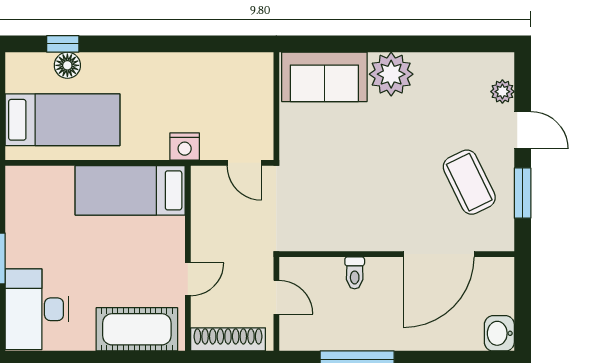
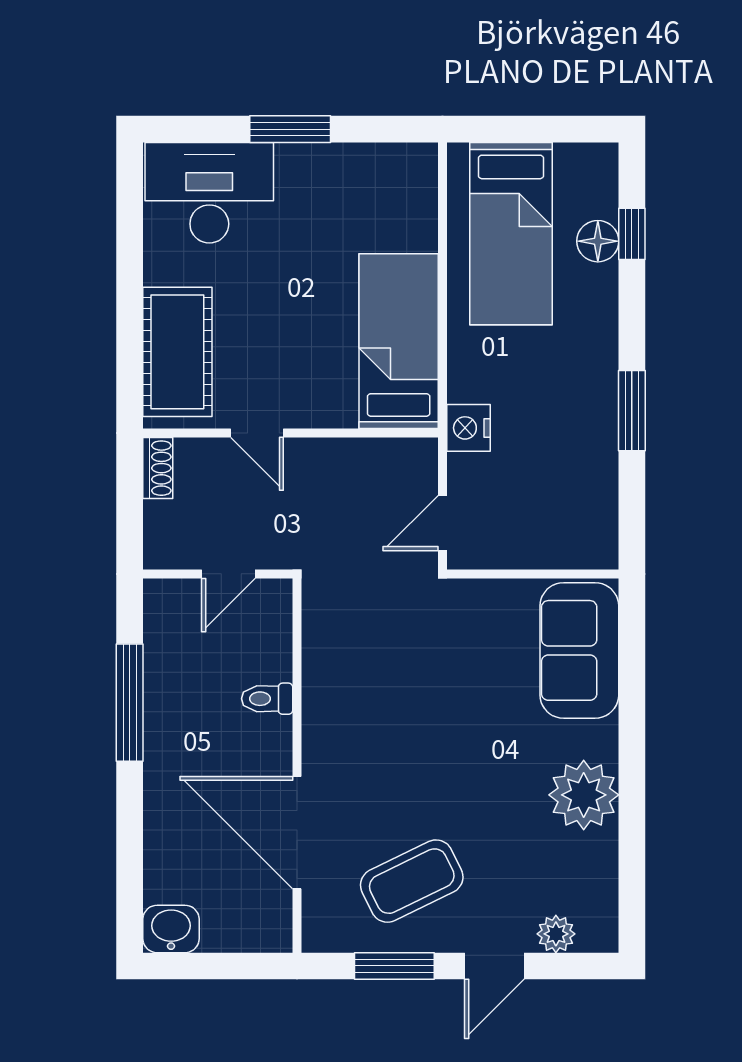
window: (174, 44) -> (632, 411), added
plant: (391, 74) -> (584, 795), moved
shoe rack: (228, 339) -> (158, 468), width x0.51, depth x0.81

